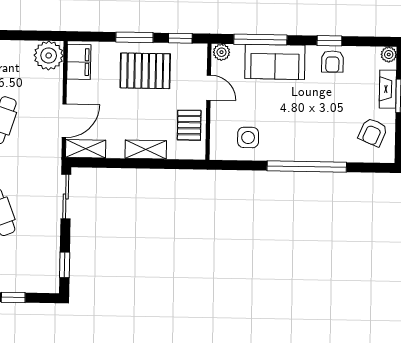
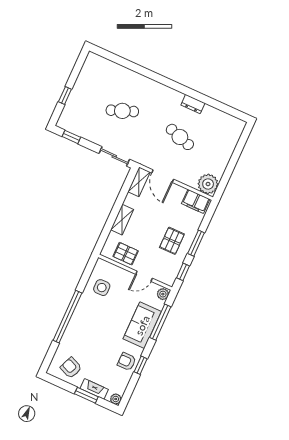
pallet: (145, 71) -> (172, 241), width x0.67, depth x0.71

